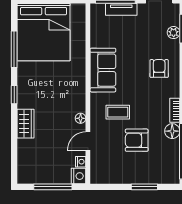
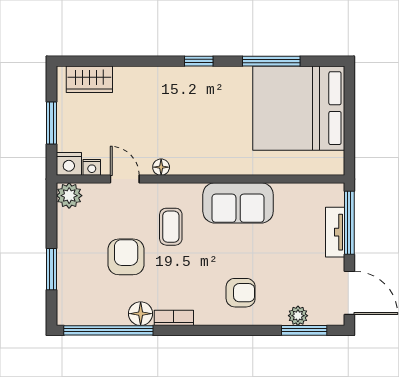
wardrobe: (25, 124) -> (89, 79), moved
plant: (98, 176) -> (69, 196), added
window: (53, 187) -> (51, 123), width x0.69

